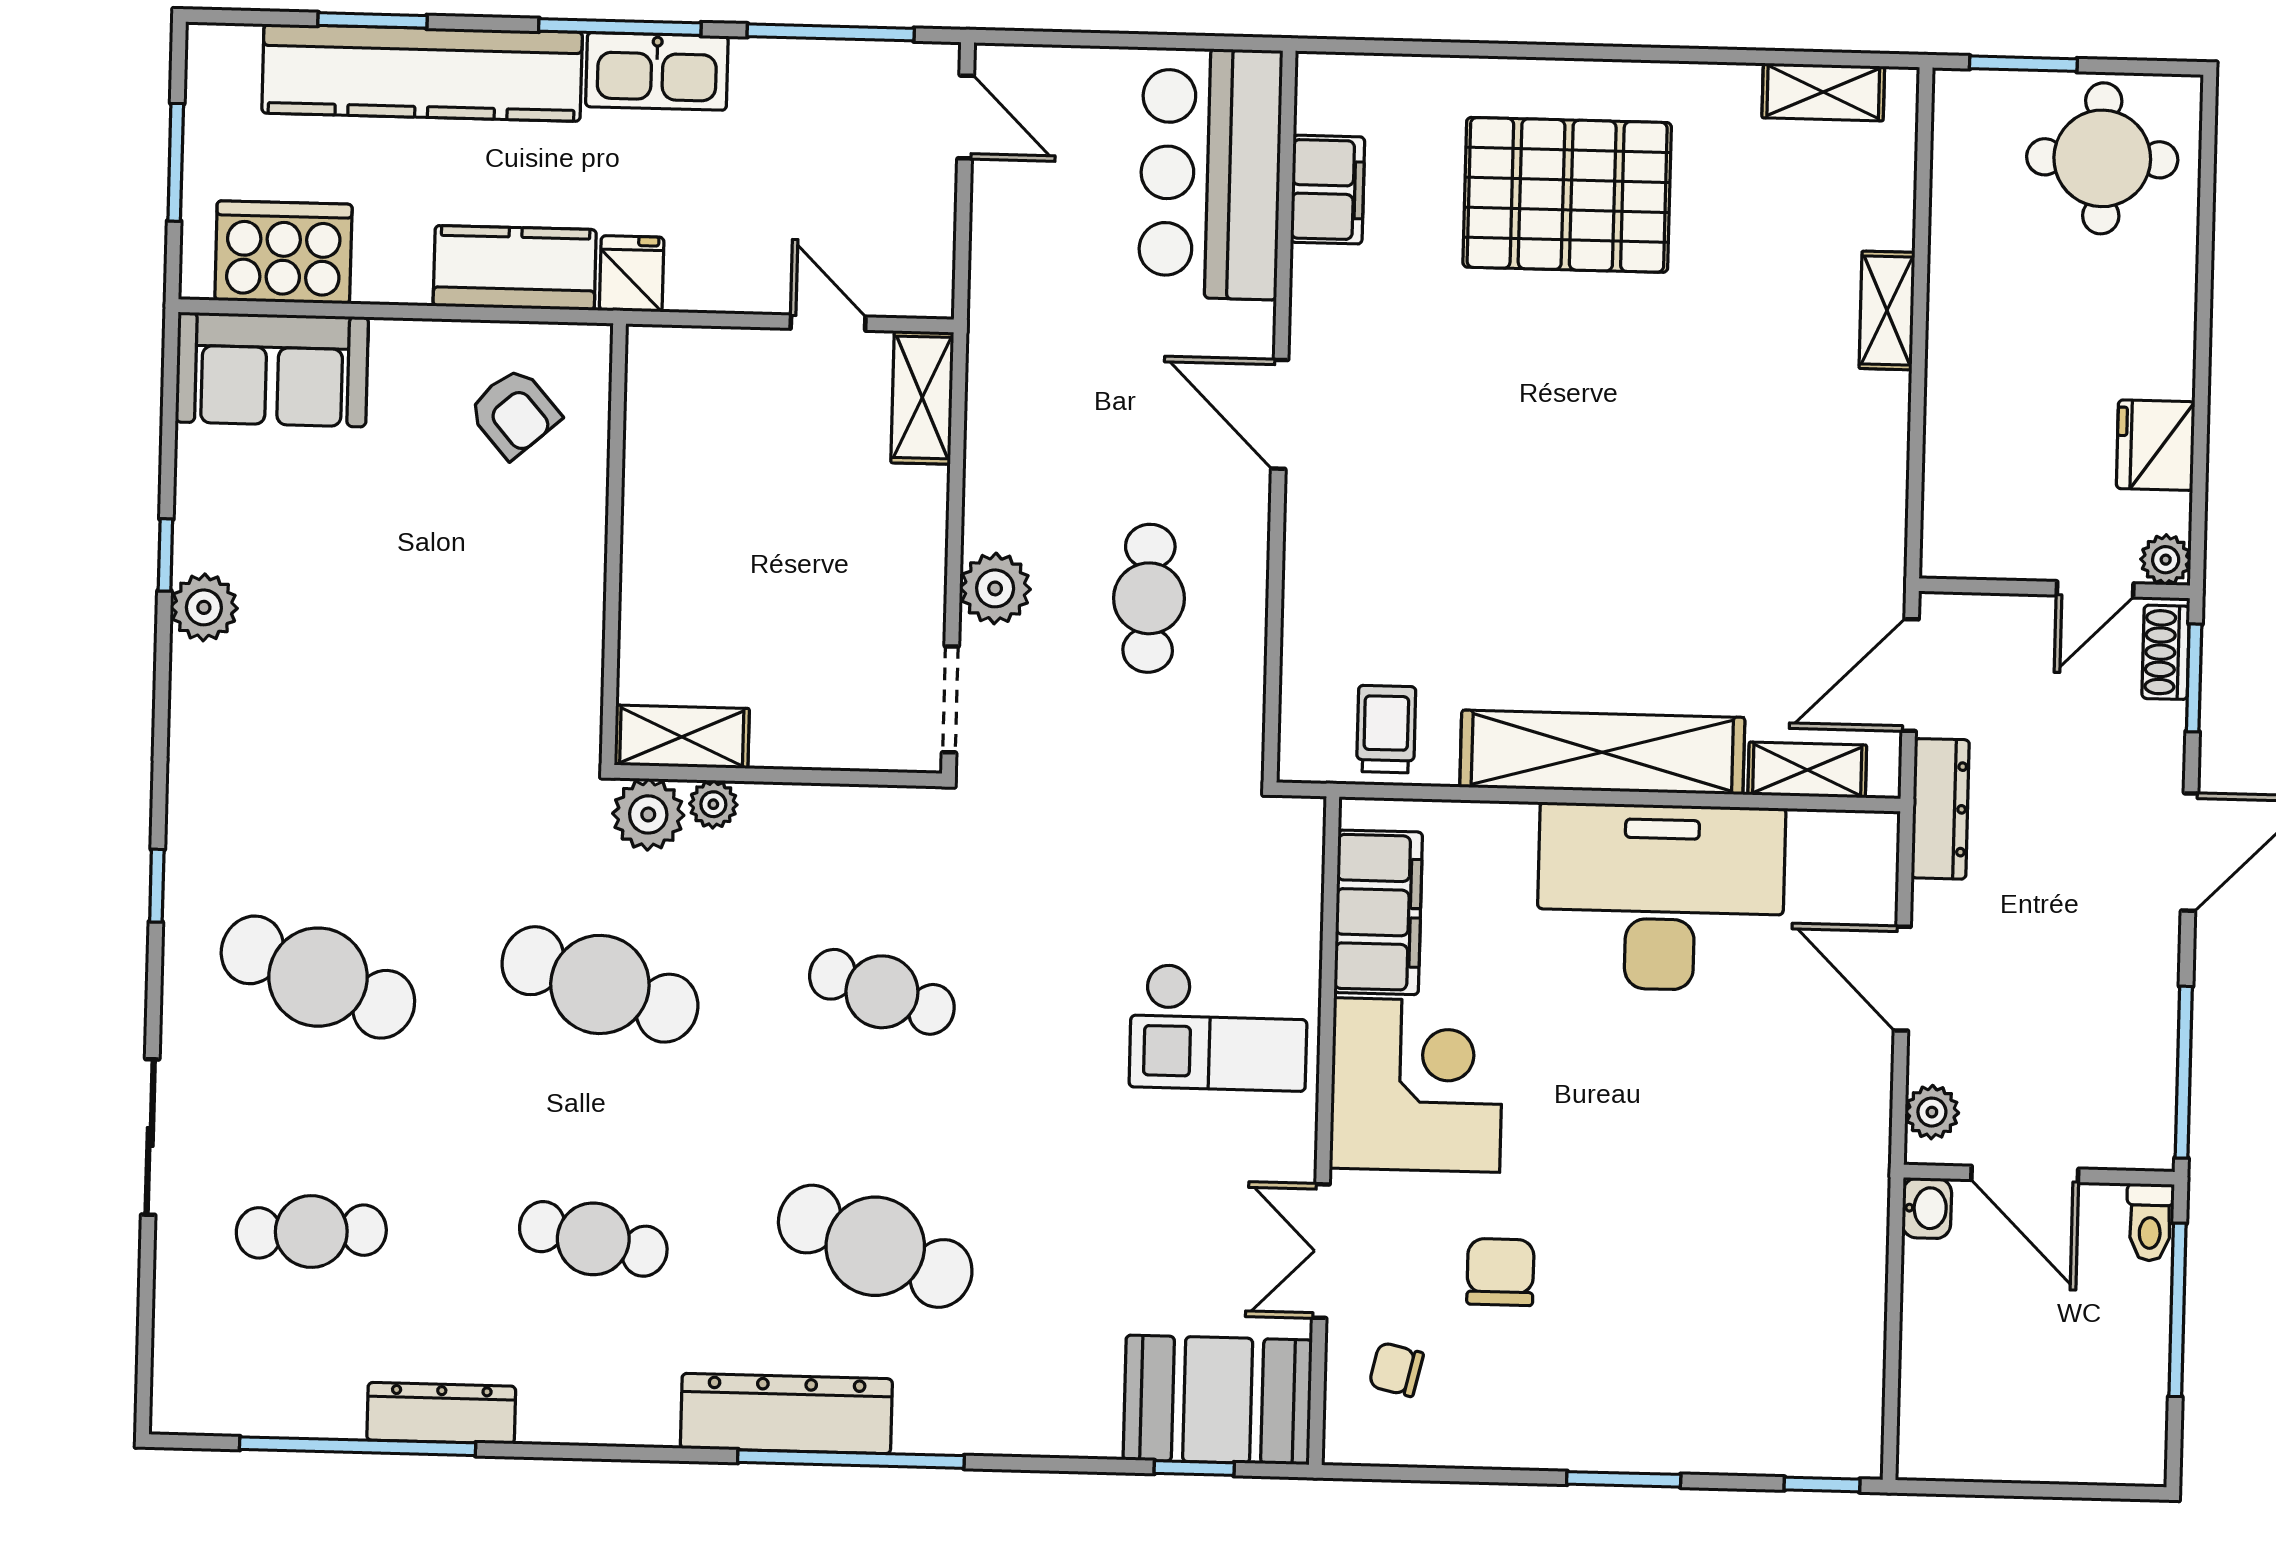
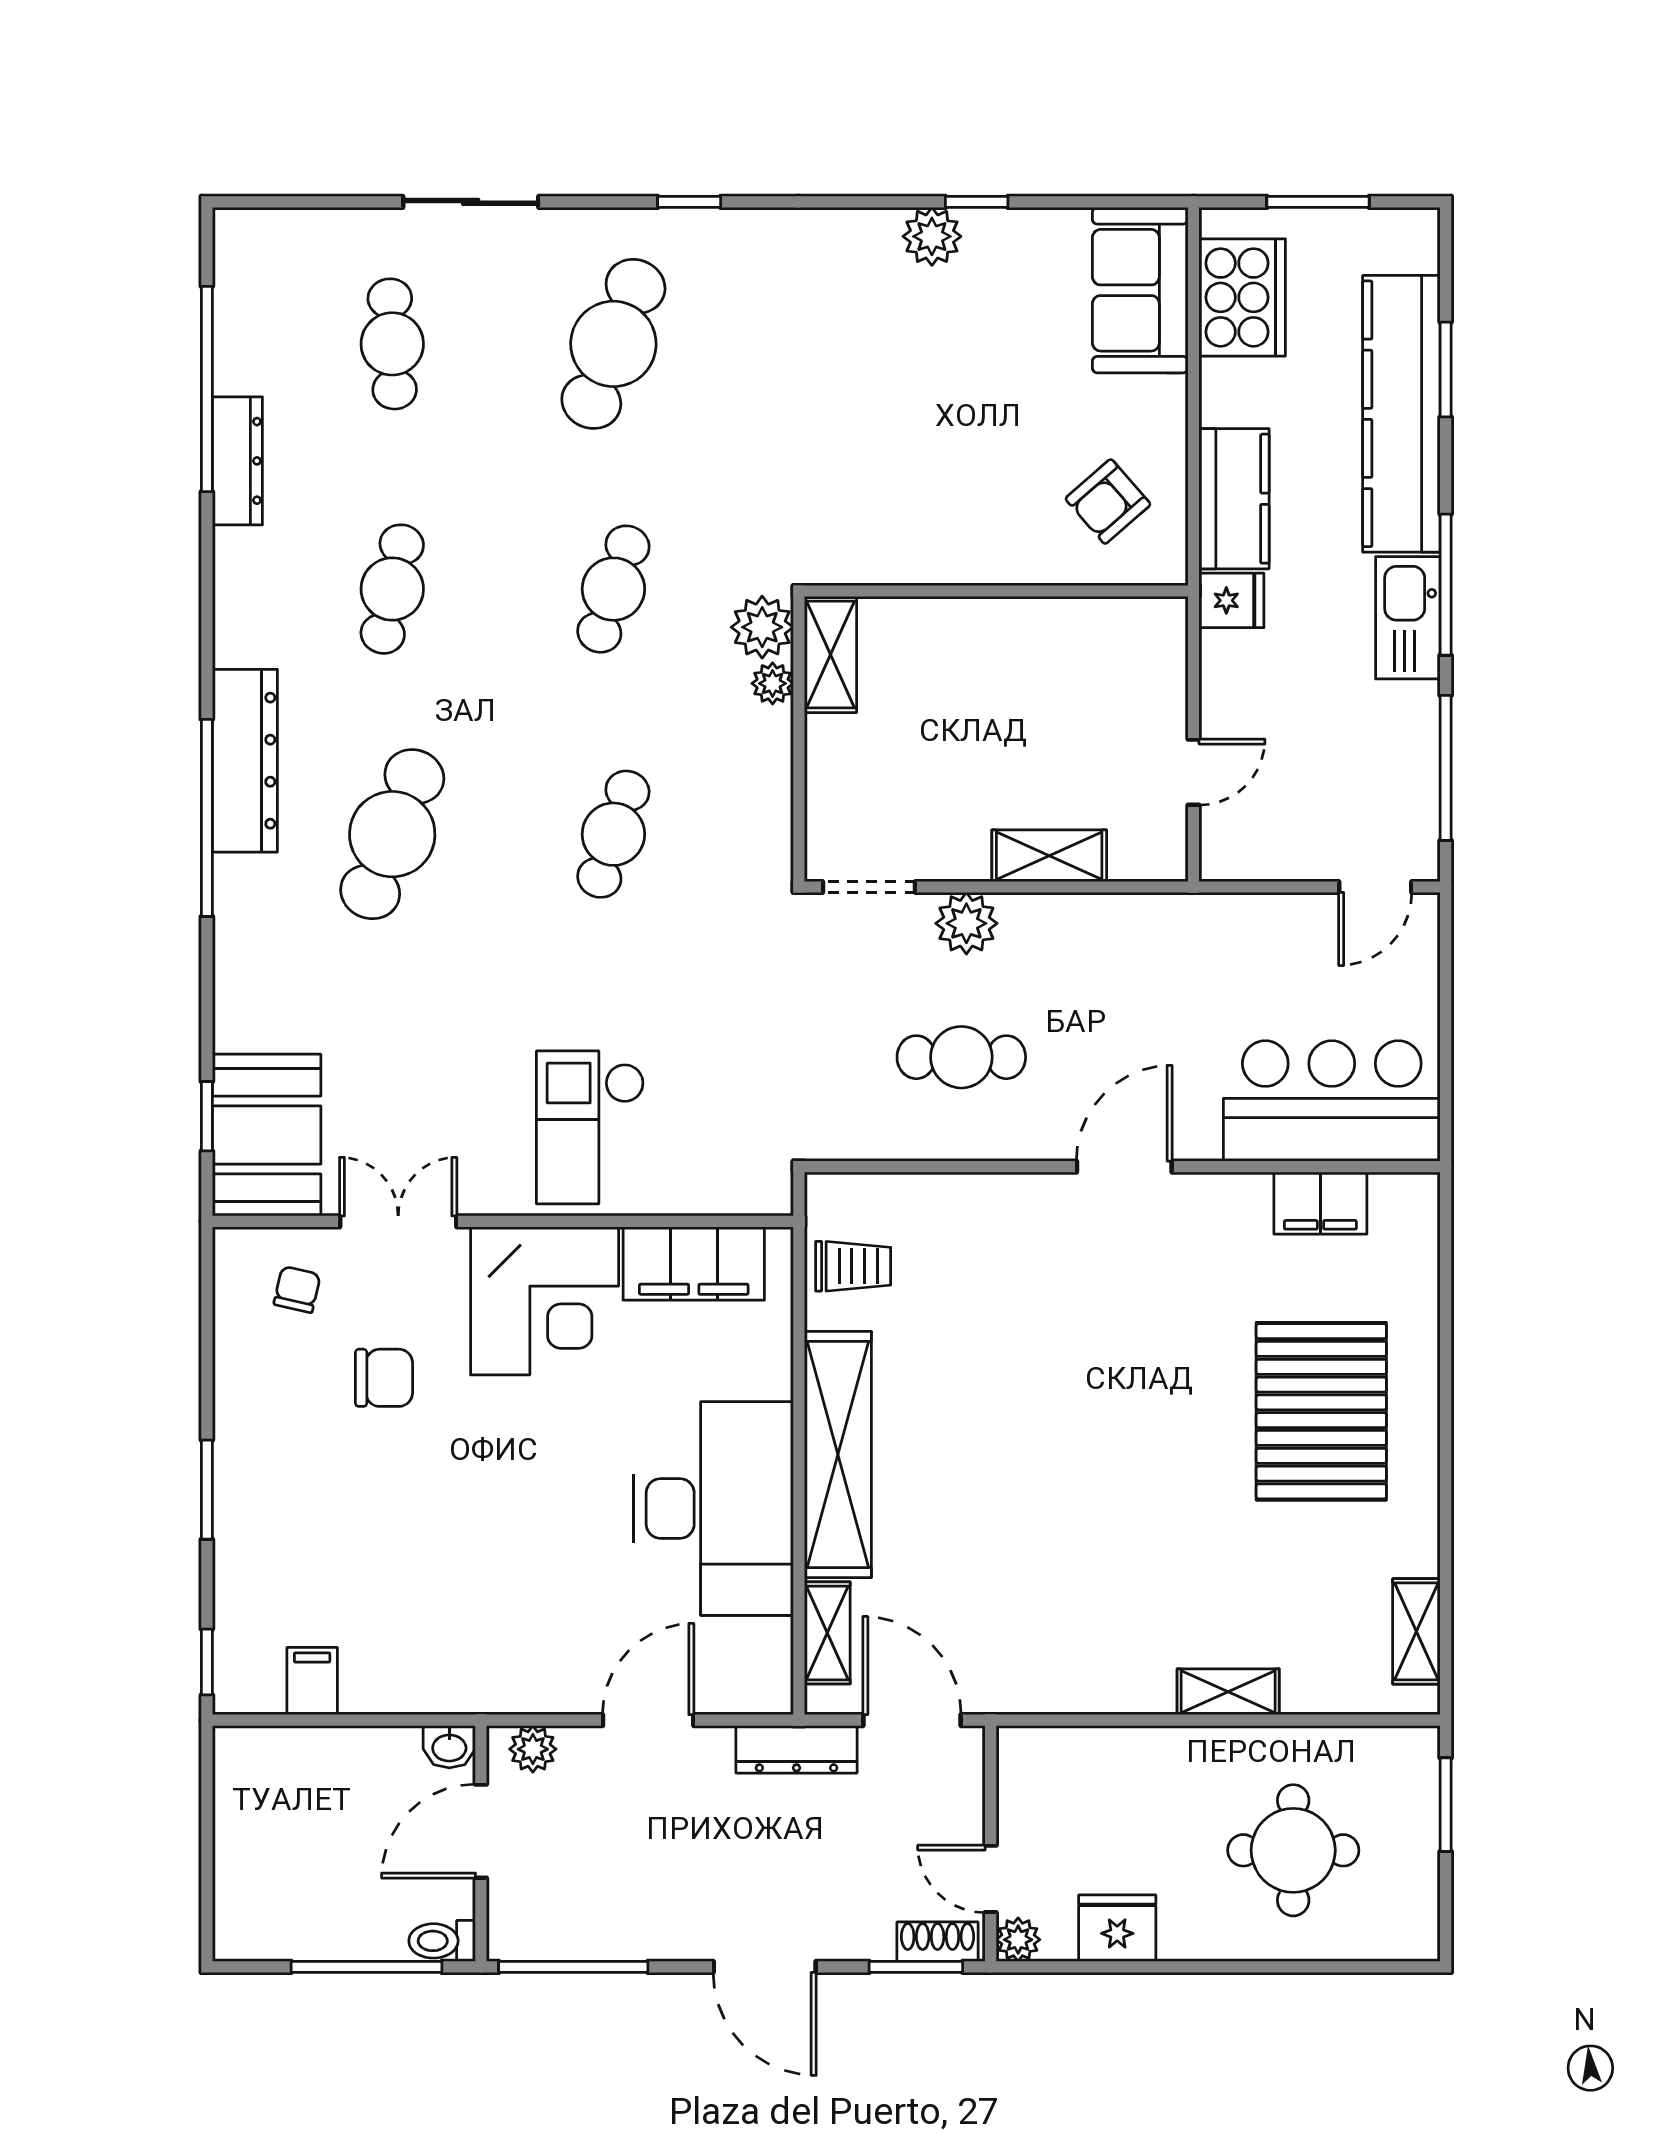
round table: (2102, 158) -> (1293, 1850), moved
shelving: (922, 397) -> (1049, 856), moved
cafe table: (600, 984) -> (613, 589), width x0.73, depth x0.74
filing cabinet: (1847, 1364) -> (312, 1681), added

